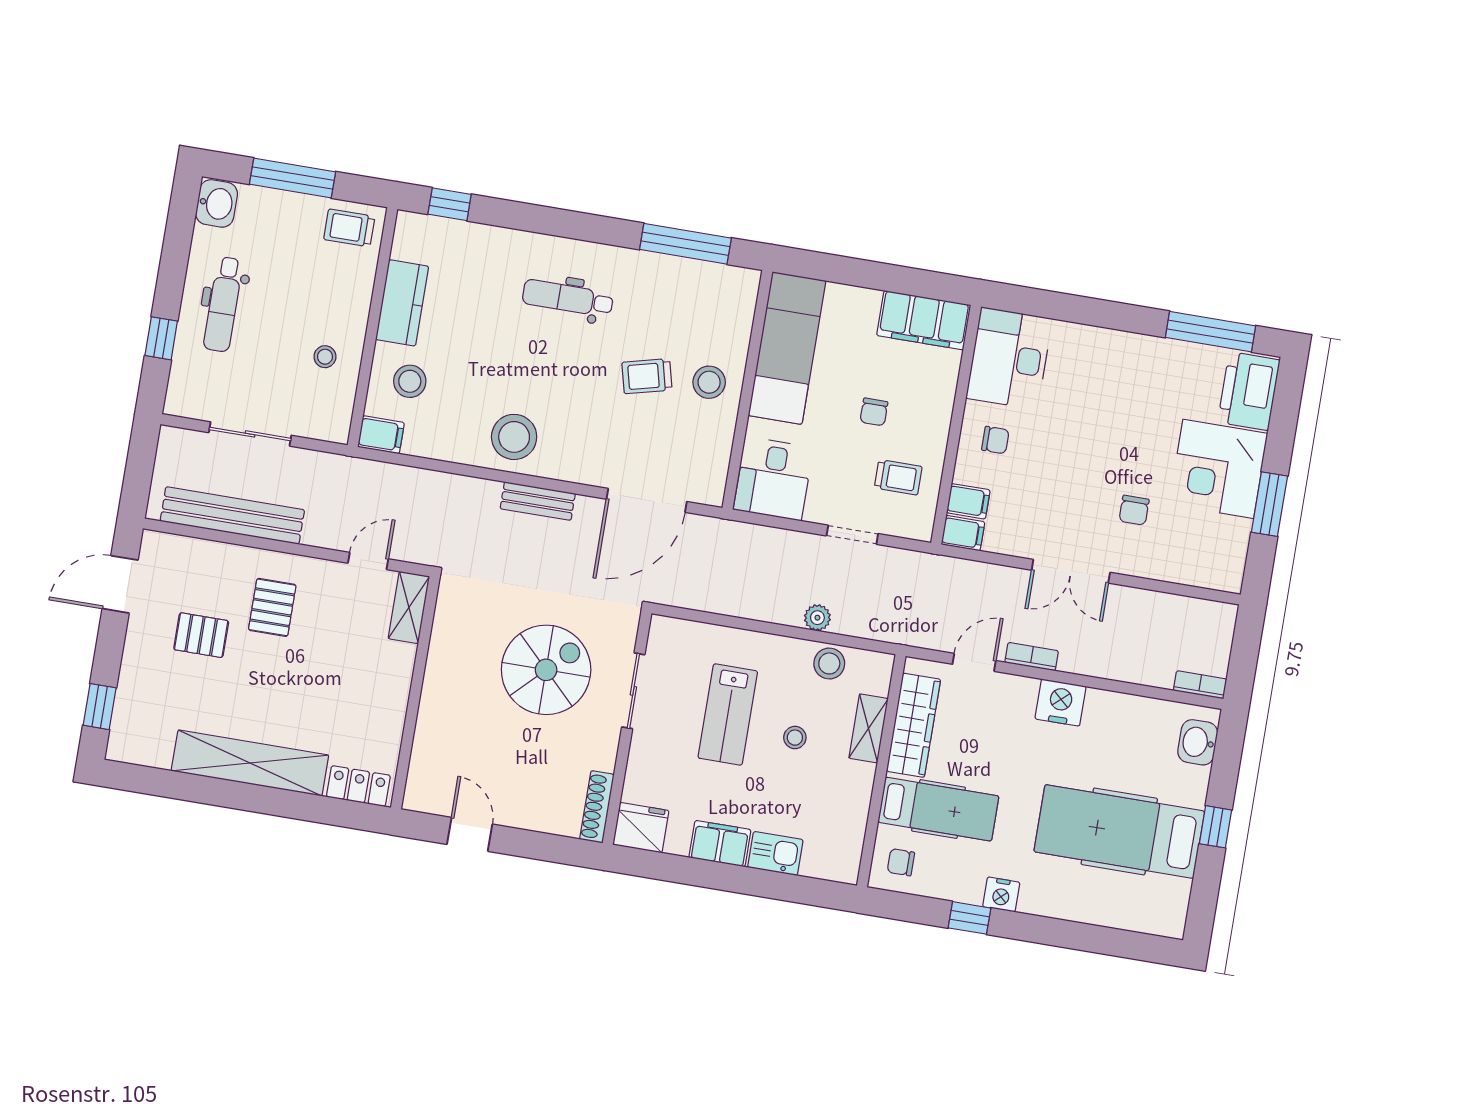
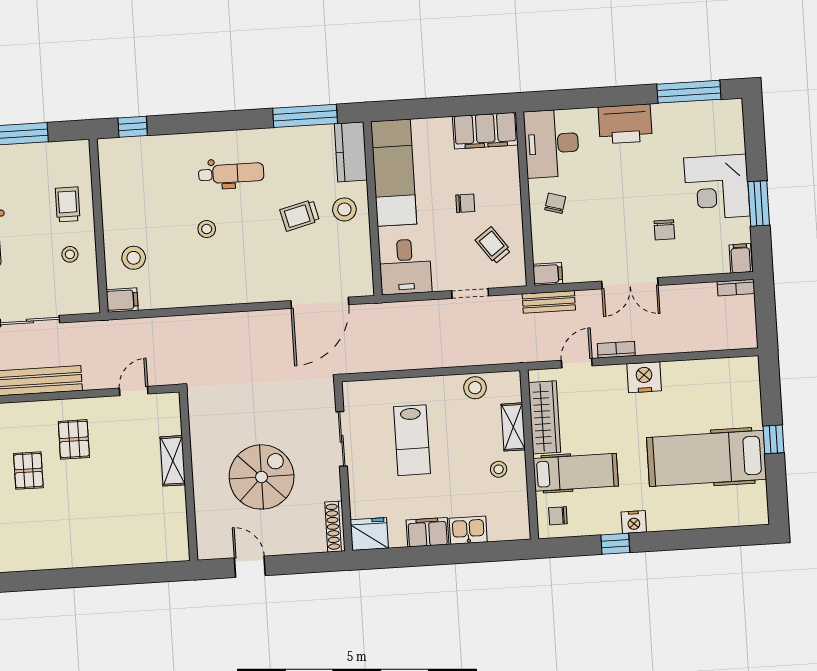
trolley: (349, 228) -> (68, 204), moved, turned 90
dental chair: (568, 298) -> (231, 173), turned 180
kitchen counter: (402, 303) -> (351, 152), moved, turned 180
printer: (1249, 391) -> (625, 124), moved, turned -90
chair: (874, 412) -> (465, 203), turned -90
stool: (514, 437) -> (207, 229), moved, width x0.53, depth x0.53
chair: (995, 440) -> (555, 203), turned -74
trolley: (898, 477) -> (493, 245), turned -126
bench: (538, 501) -> (549, 302), moved
filing cabinet: (968, 501) -> (741, 258), moved, turned -90
shelving: (409, 607) -> (173, 461), moved
plant: (817, 618) -> (459, 357), removed
pallet: (201, 635) -> (28, 471), turned 90
spiral stairs: (546, 670) -> (262, 477), moved
bookcase: (1200, 685) -> (736, 288), moved, turned 180
stool: (795, 738) -> (499, 469), moved
washbasin: (1198, 742) -> (747, 383), removed
shelving: (250, 763) -> (84, 553), removed
locker: (358, 786) -> (164, 551), removed

